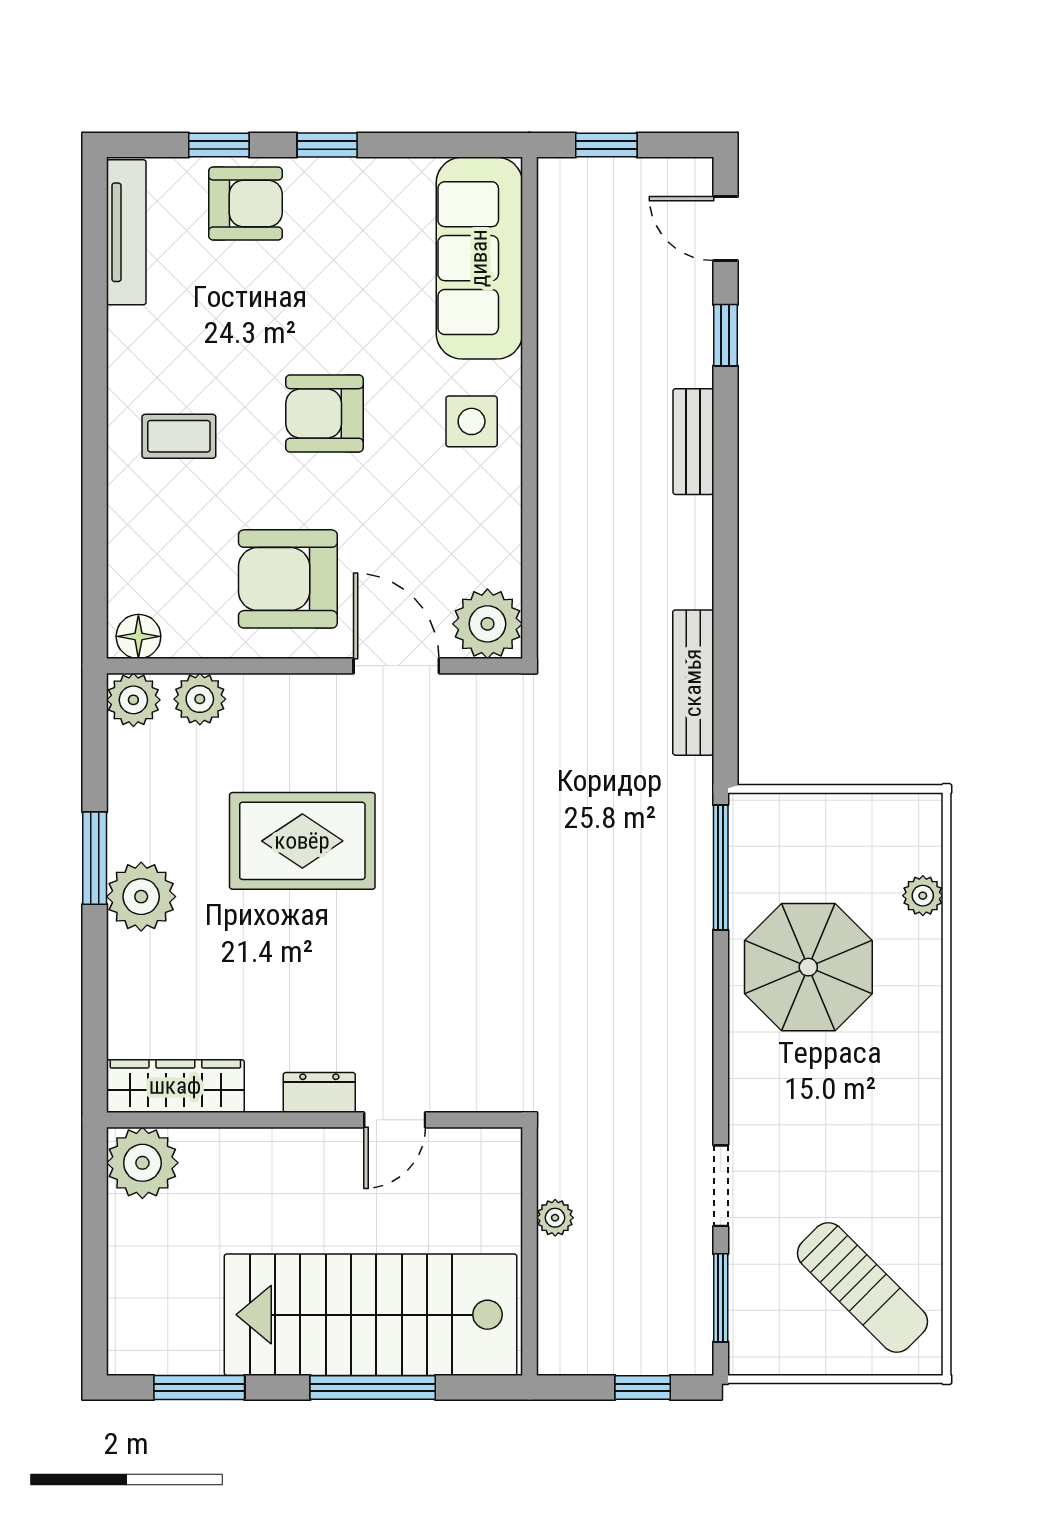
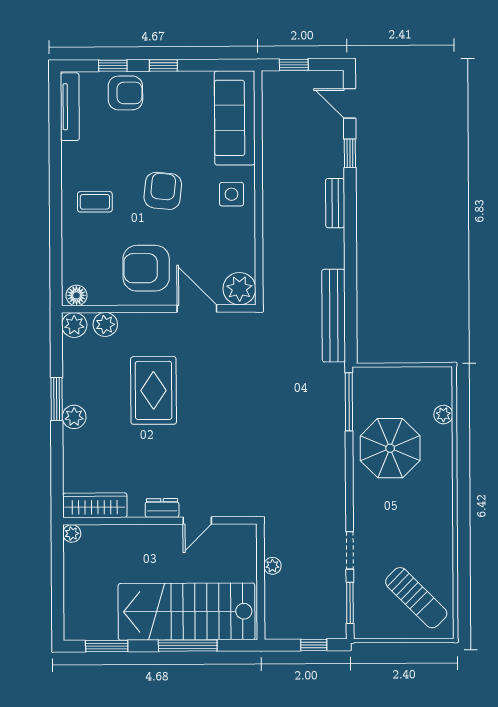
armchair: (324, 413) -> (163, 191), turned 96
bench: (693, 683) -> (334, 316), width x1.37, depth x1.21
rug: (302, 841) -> (154, 390), turned 90
plant: (141, 897) -> (74, 417), width x0.73, depth x0.73
plant: (142, 1163) -> (72, 533), width x0.53, depth x0.53

